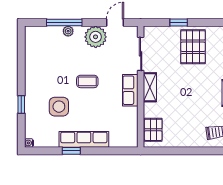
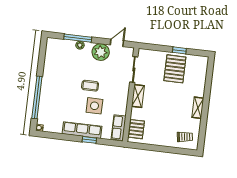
window: (179, 22) -> (179, 50), moved
row of seats: (130, 90) -> (119, 128), moved
window: (21, 105) -> (37, 97), width x3.17
side table: (59, 107) -> (94, 106), moved
window: (71, 151) -> (89, 140), moved

